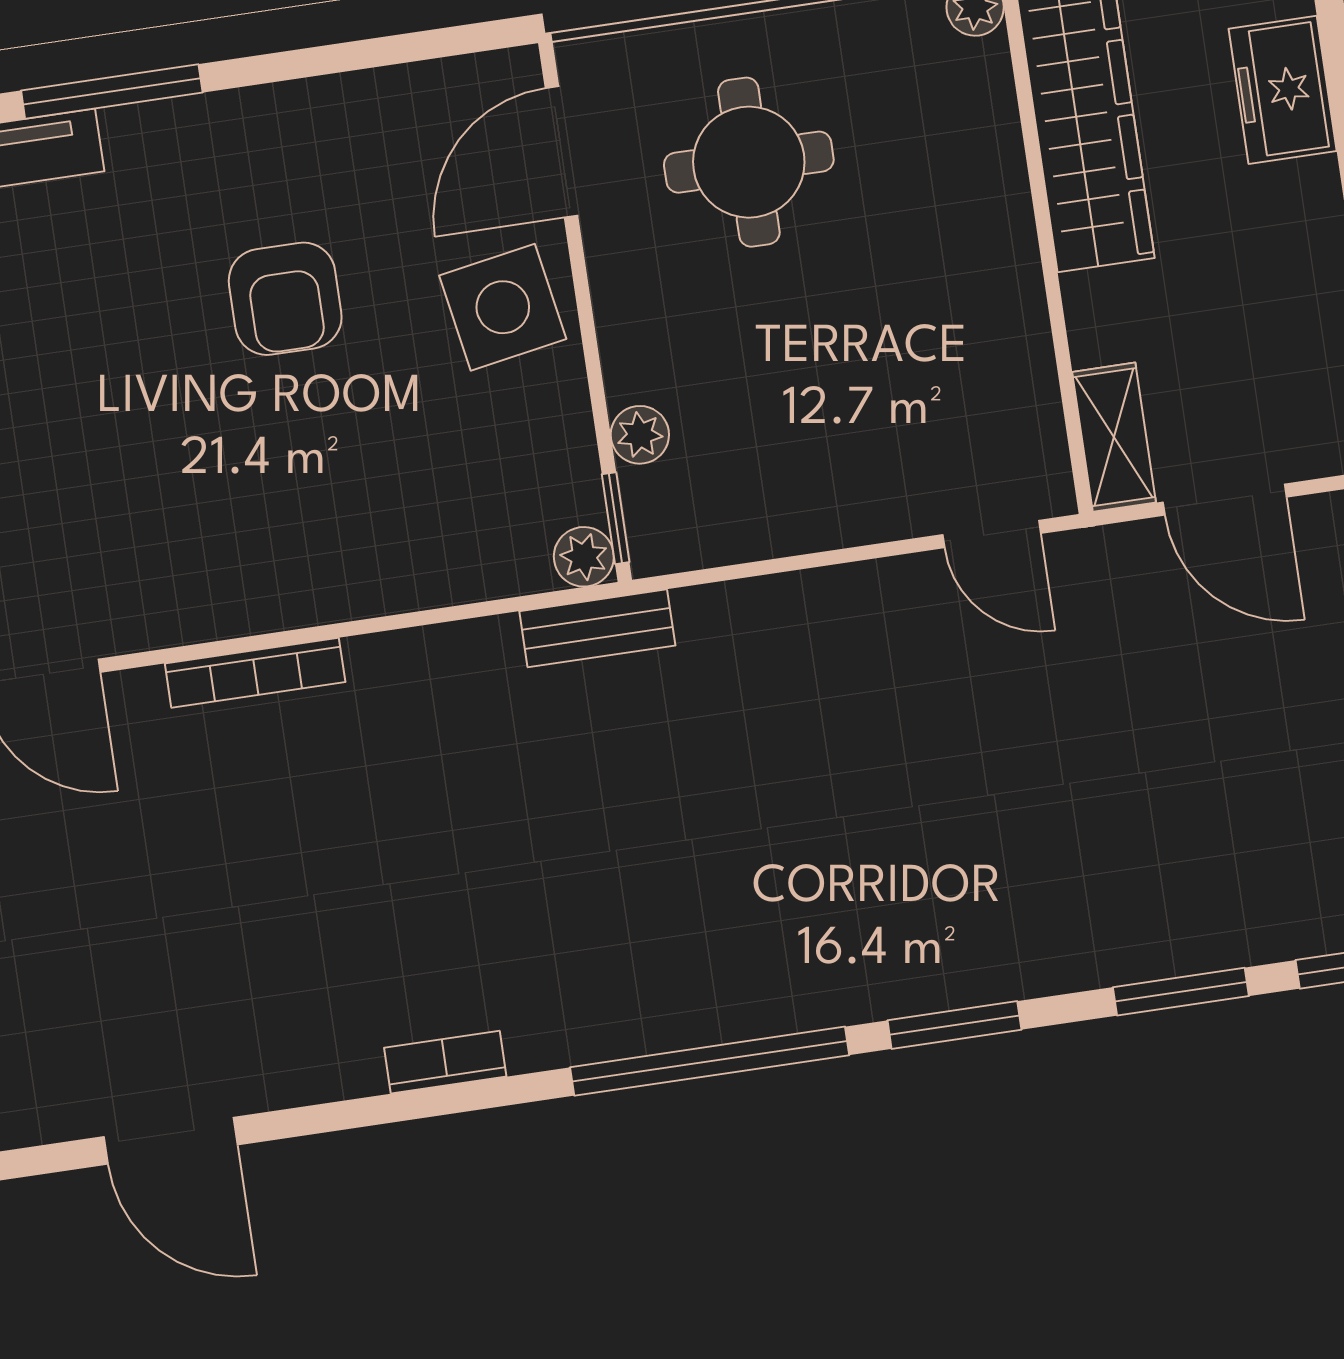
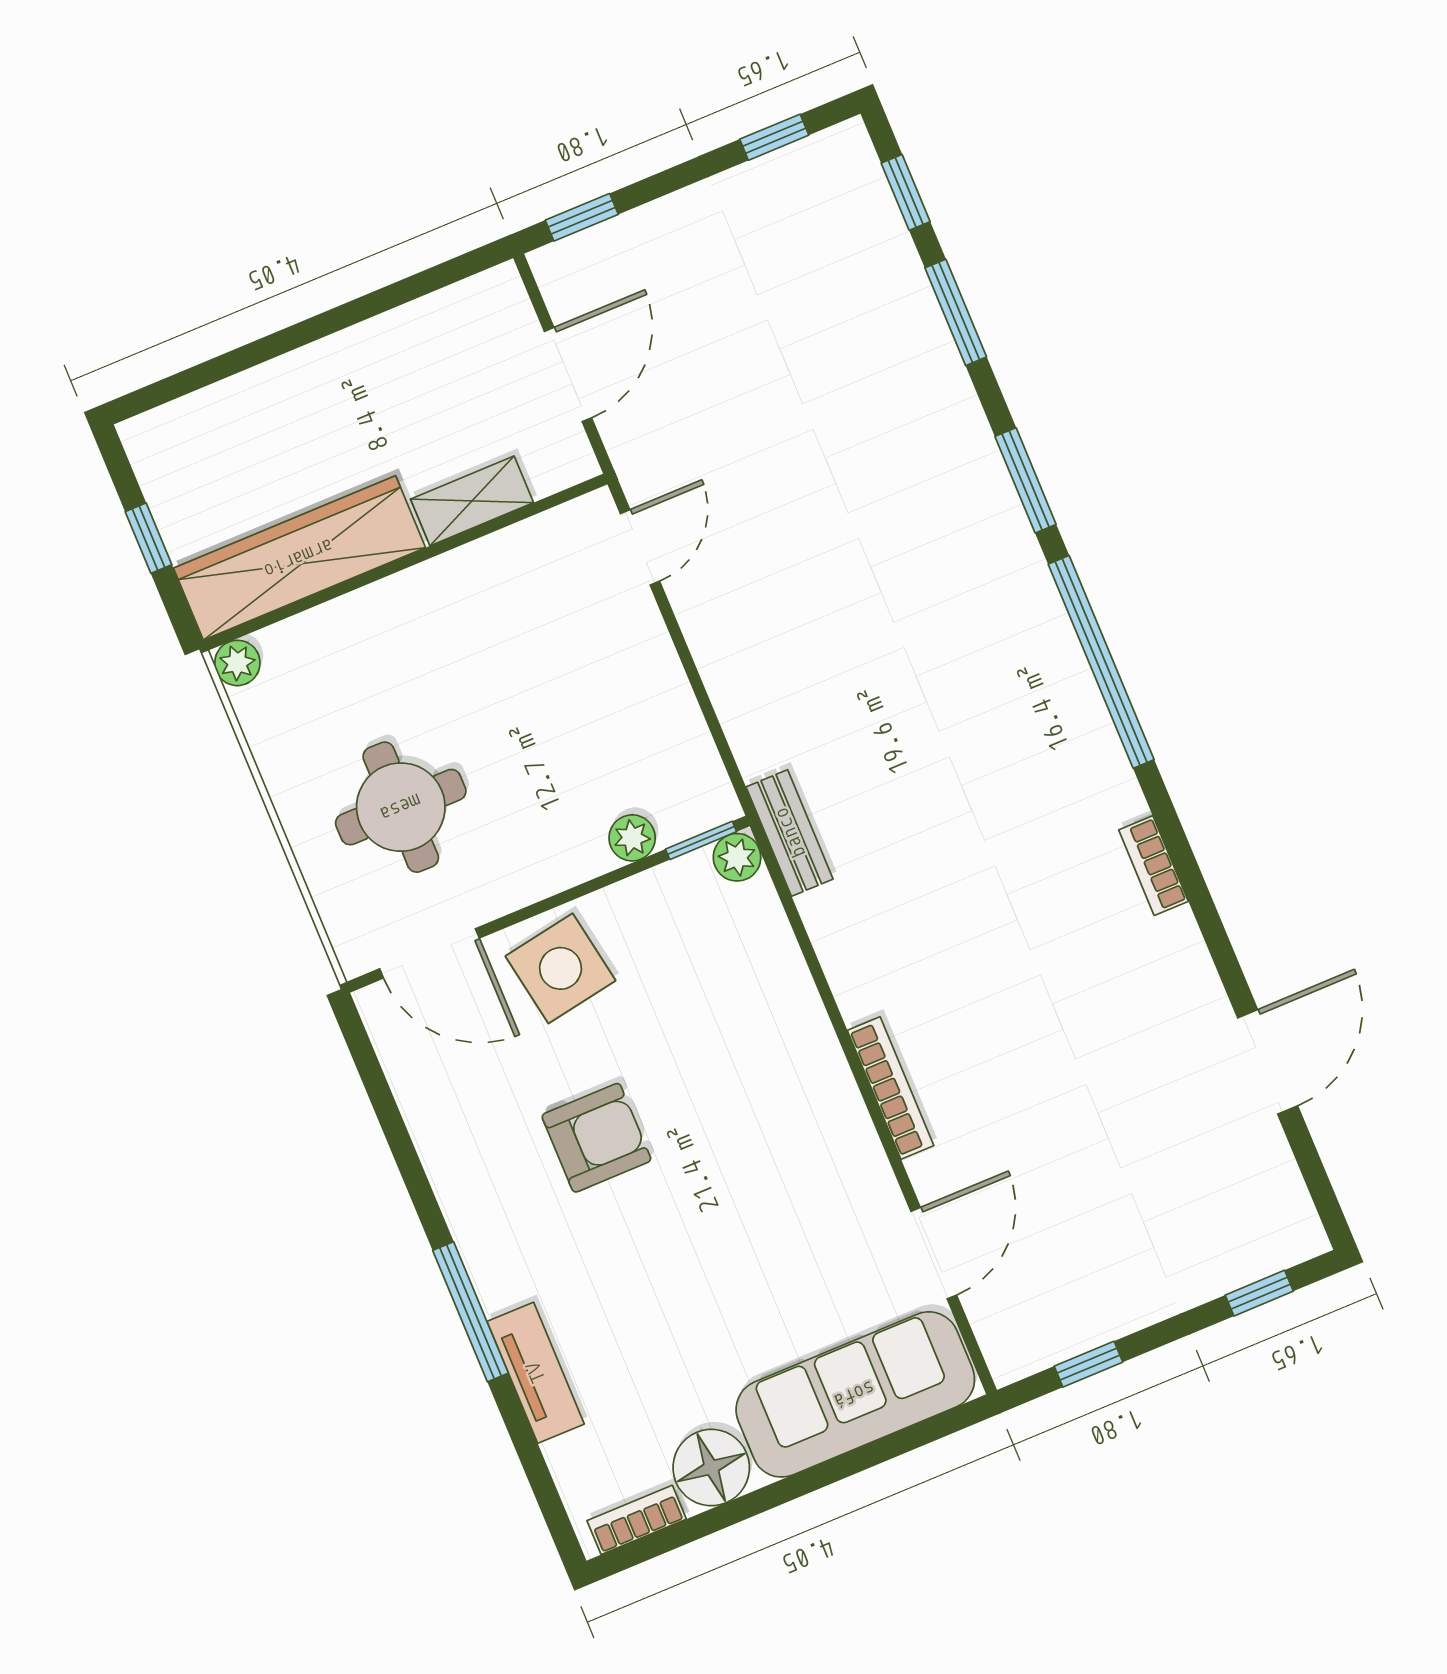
freezer: (1283, 90) -> (241, 410), removed
shelving: (1114, 437) -> (472, 501), moved

